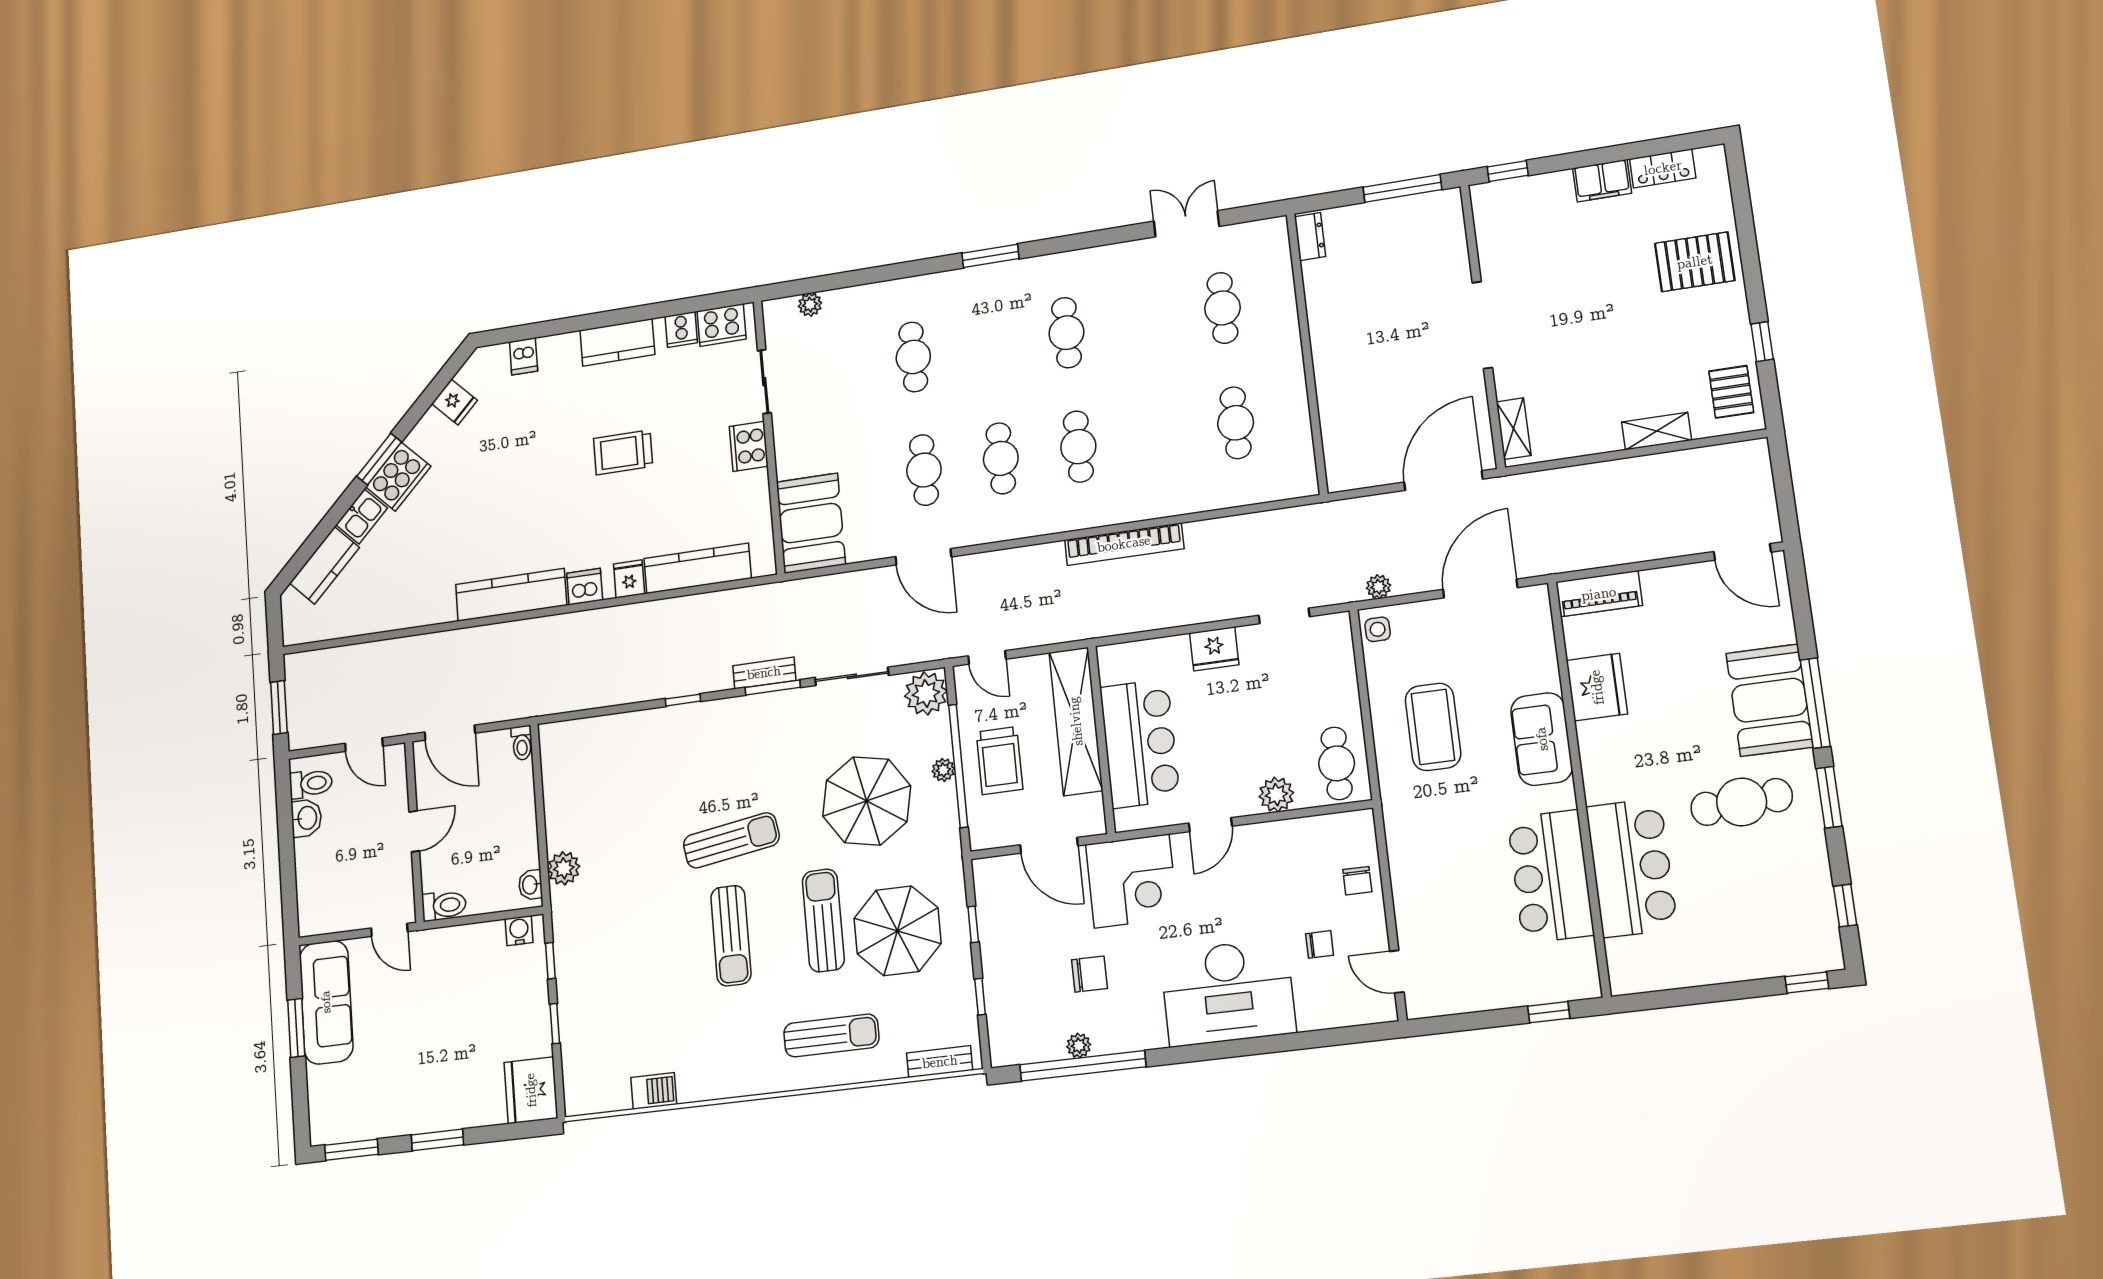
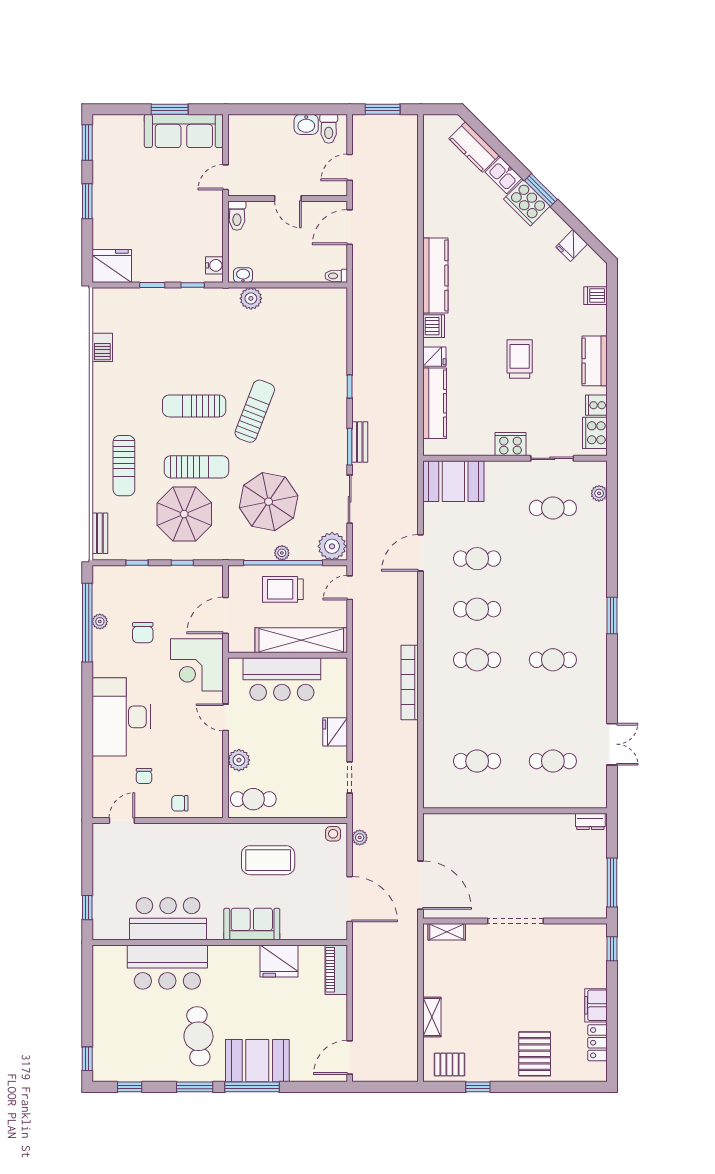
cafe table: (913, 357) -> (553, 508), moved
sun lounger: (731, 840) -> (255, 411), turned -150

